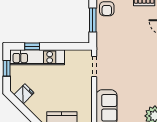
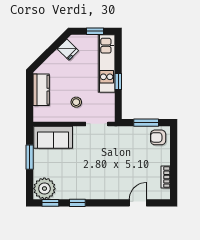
window: (32, 46) -> (118, 81), moved
stool: (73, 86) -> (76, 102), added

